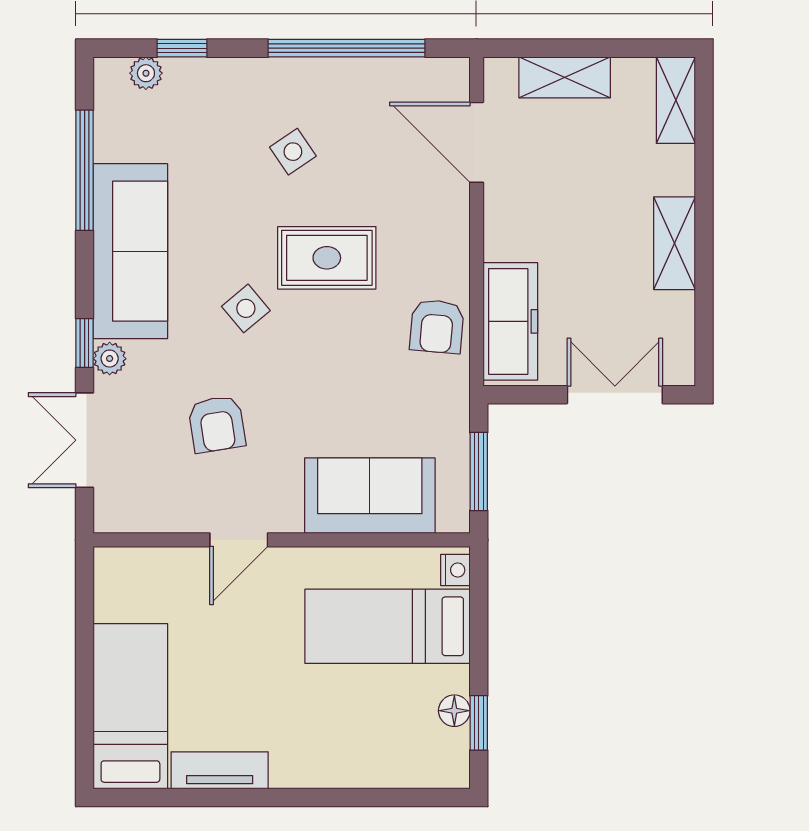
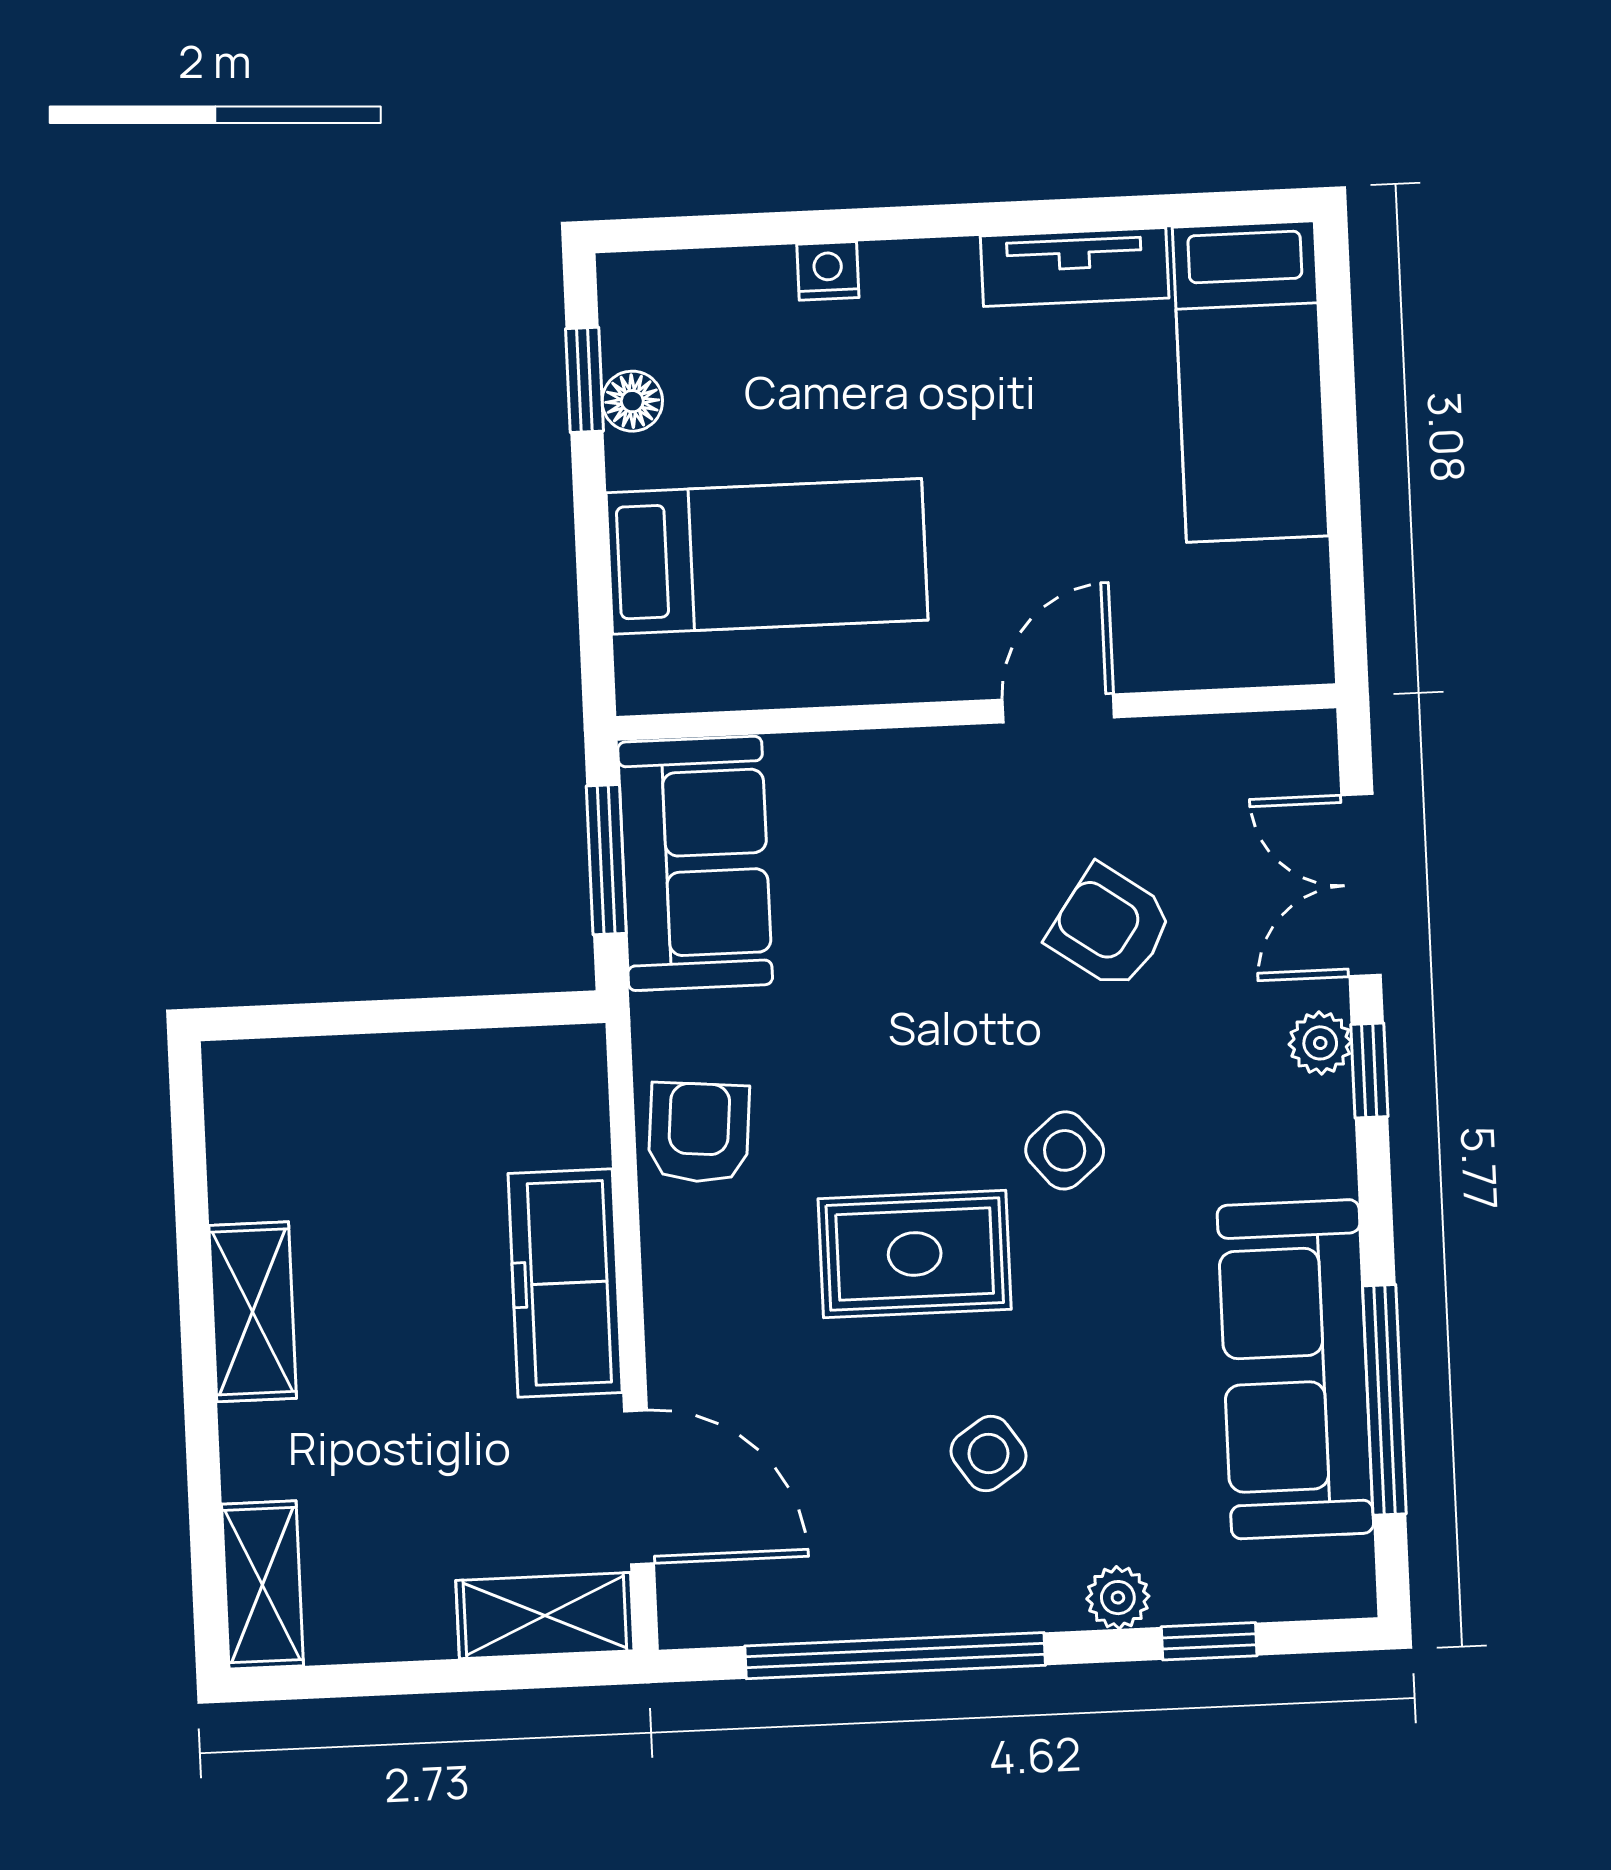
plant: (146, 73) -> (1118, 1598), moved
shelving: (565, 77) -> (545, 1616), moved
sofa: (130, 251) -> (1295, 1369), moved
freezer: (510, 321) -> (565, 1283), moved
double door: (615, 395) -> (353, 1018), removed
armchair: (217, 424) -> (1110, 927), turned -46
double door: (85, 440) -> (1361, 885), swing flipped
sofa: (370, 496) -> (695, 863), moved, turned -90
nightstand: (455, 570) -> (828, 271), moved, turned 90

